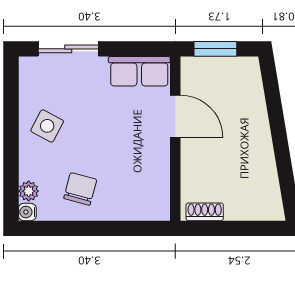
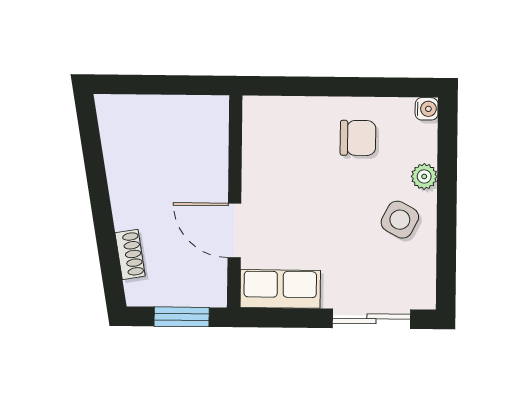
chair: (80, 189) -> (358, 138), turned -105
plant: (29, 191) -> (424, 176), moved
shoe rack: (205, 212) -> (130, 254), moved, turned -99

